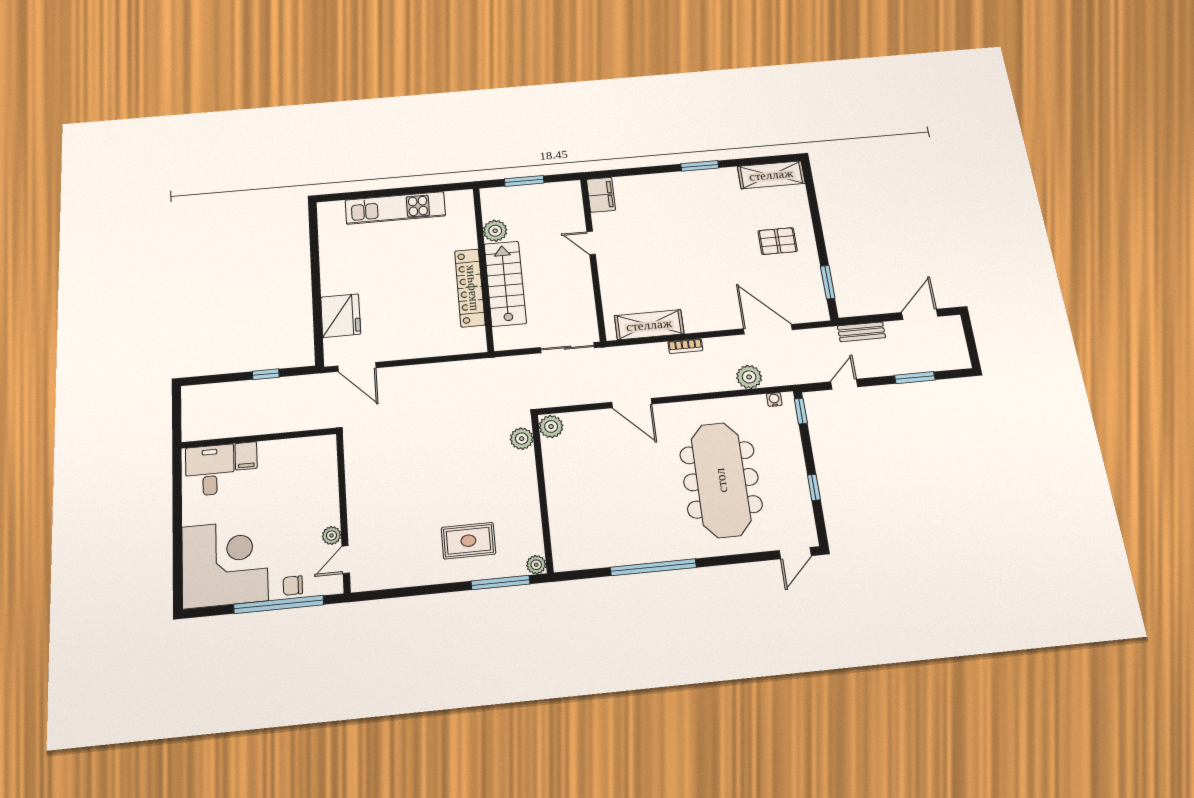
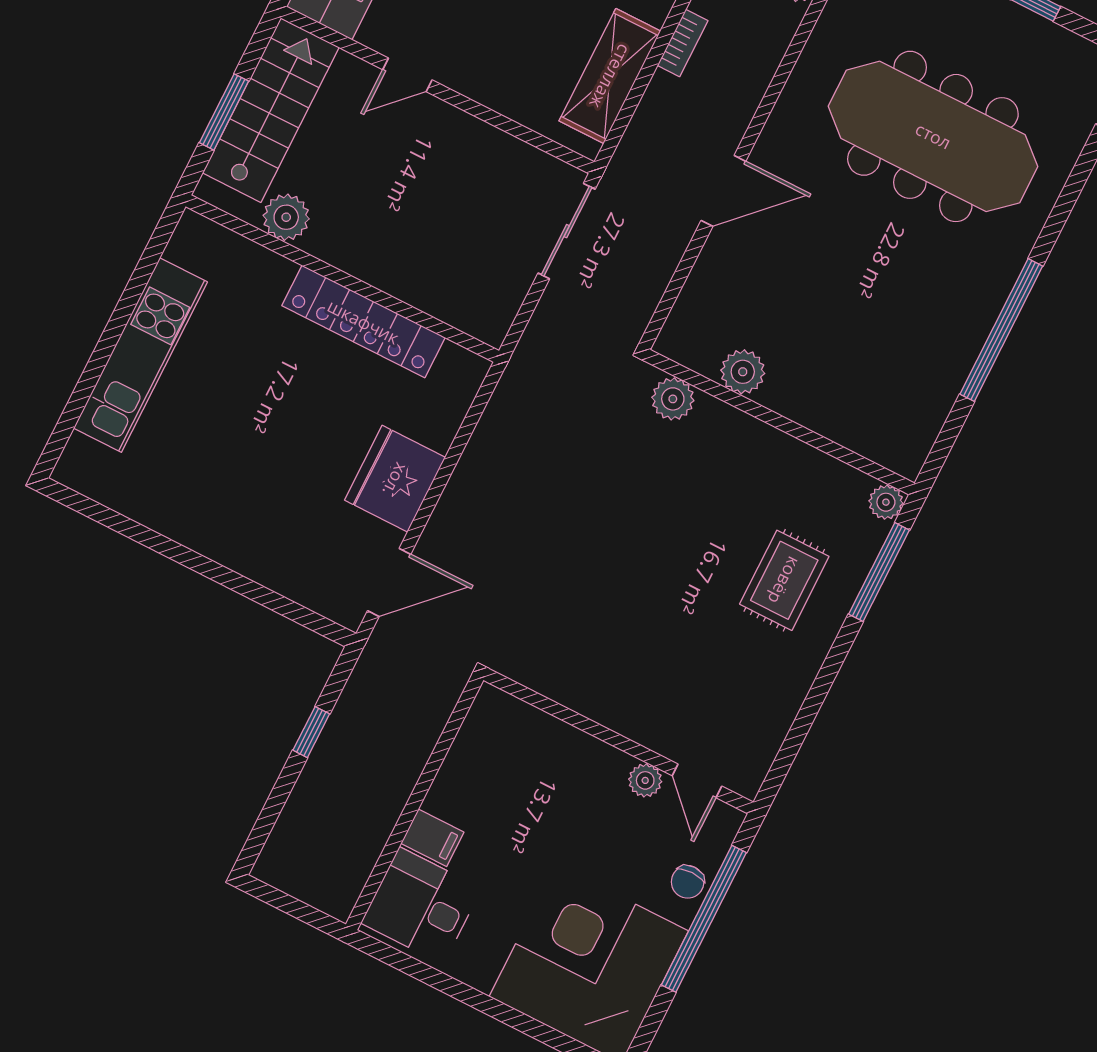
stairs: (505, 283) -> (271, 110), moved, turned 90
fridge: (341, 316) -> (395, 479), moved, turned -90
plant: (551, 427) -> (743, 372), moved

